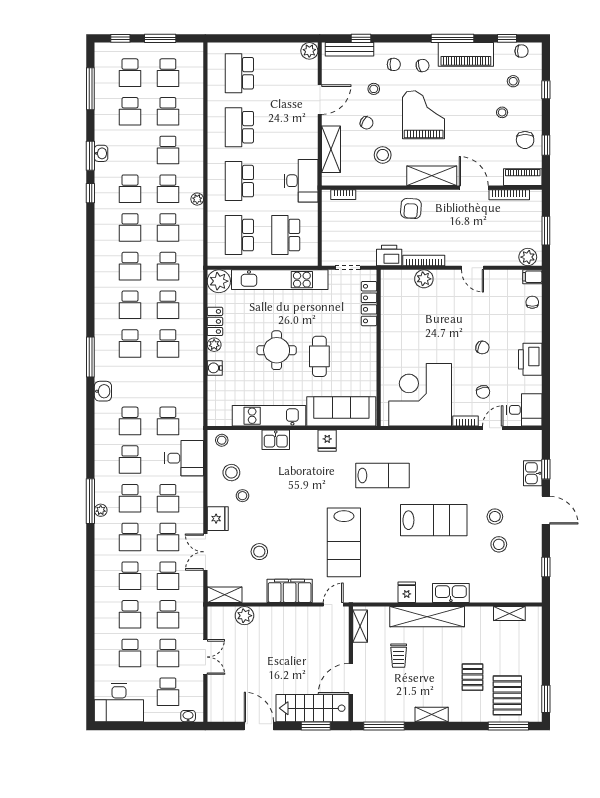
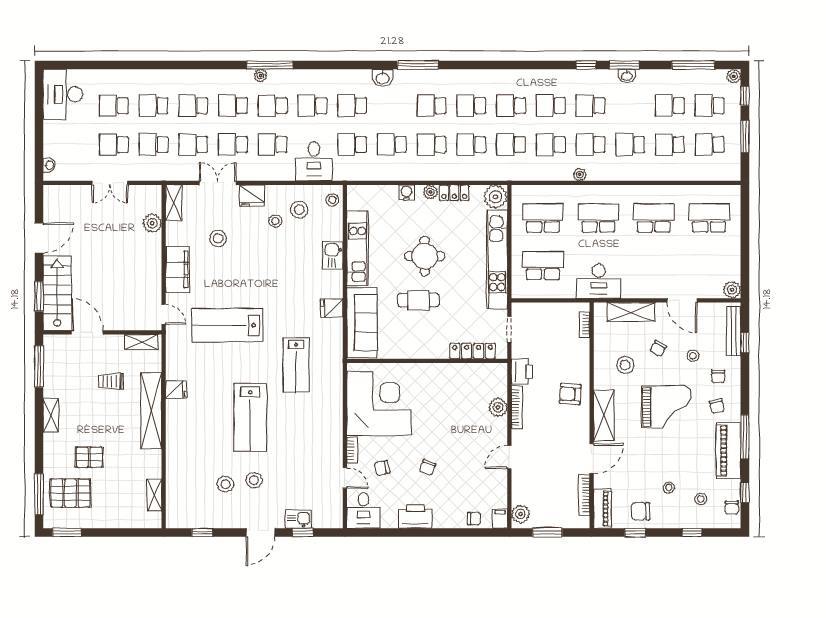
plant: (101, 49) -> (734, 76), added
kitchen sink: (451, 593) -> (176, 435), removed
school desk: (168, 692) -> (392, 145), moved

